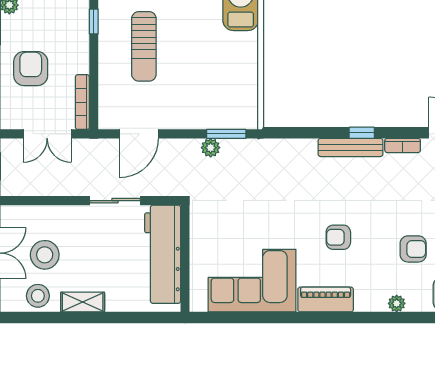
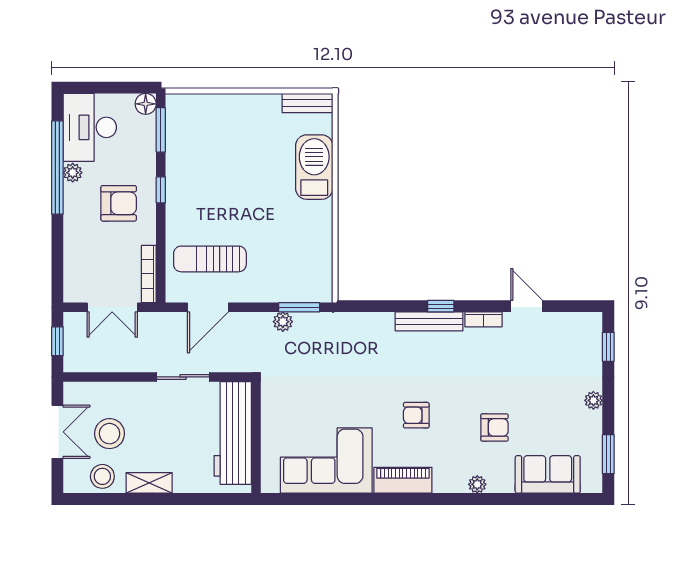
sun lounger: (144, 46) -> (210, 259), moved, turned 90
armchair: (31, 69) -> (119, 203), moved, turned 90

